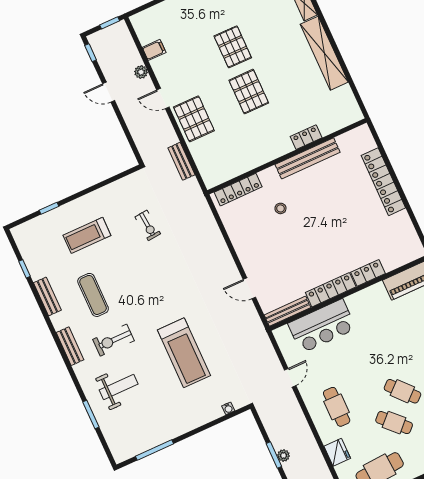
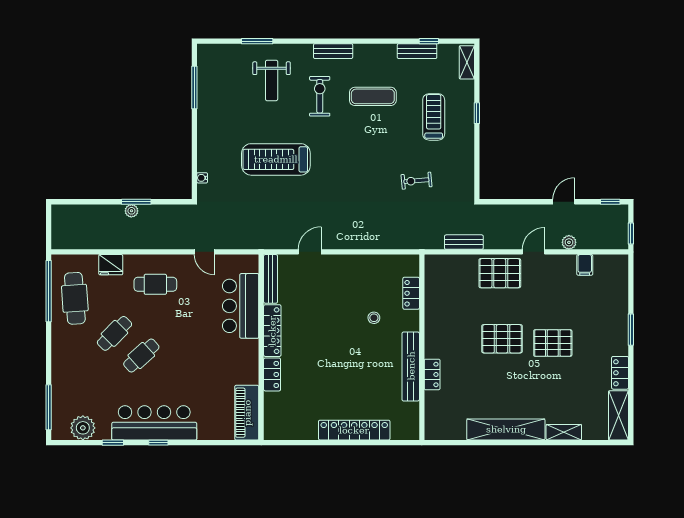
locker: (238, 190) -> (411, 293), width x0.66
window: (49, 208) -> (477, 113), moved
shelving: (28, 228) -> (467, 62), added
bench: (47, 296) -> (417, 51), moved

